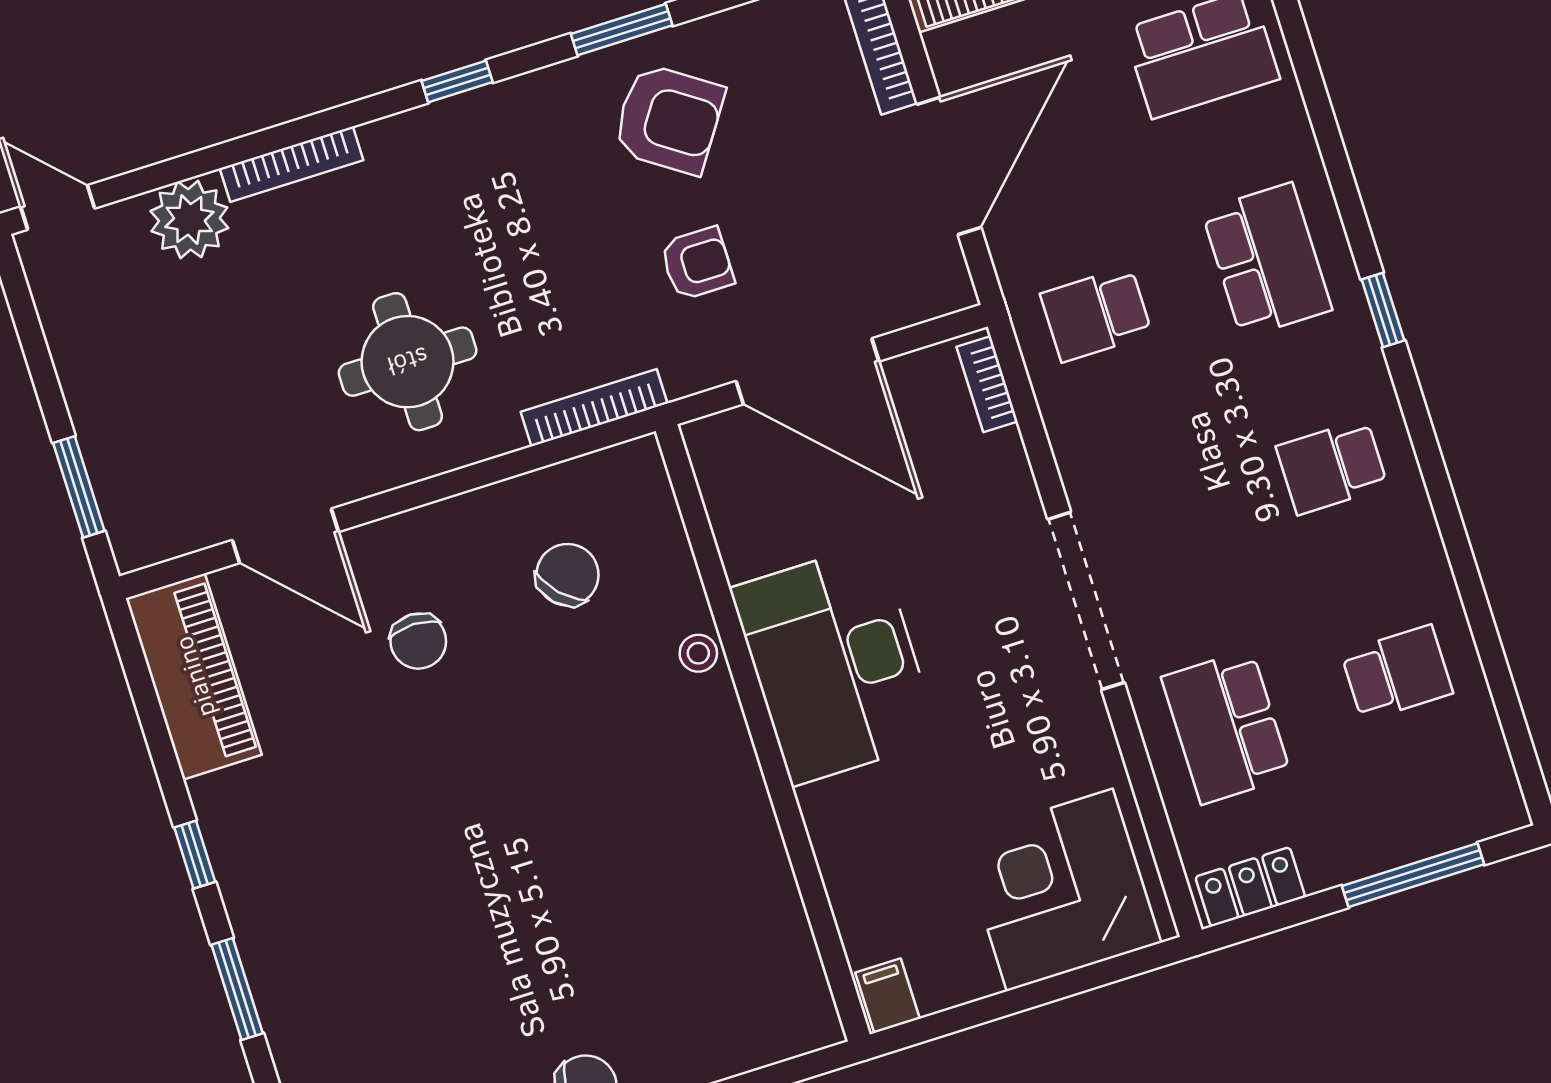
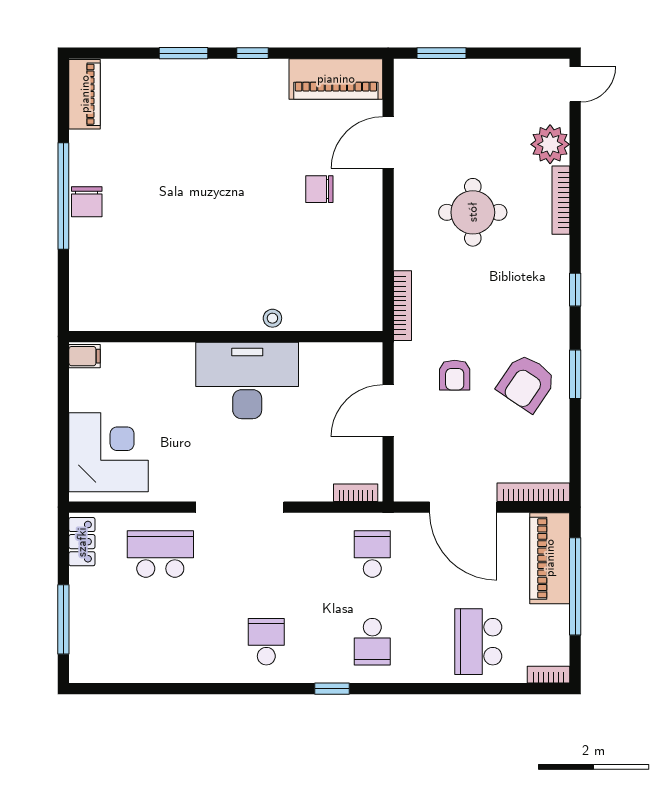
school desk: (1267, 260) -> (372, 642), width x0.54
round table: (408, 362) -> (473, 212), moved
door: (808, 371) -> (388, 411), width x0.73
chair: (568, 575) -> (328, 269), removed
school desk: (1397, 673) -> (160, 642), removed

